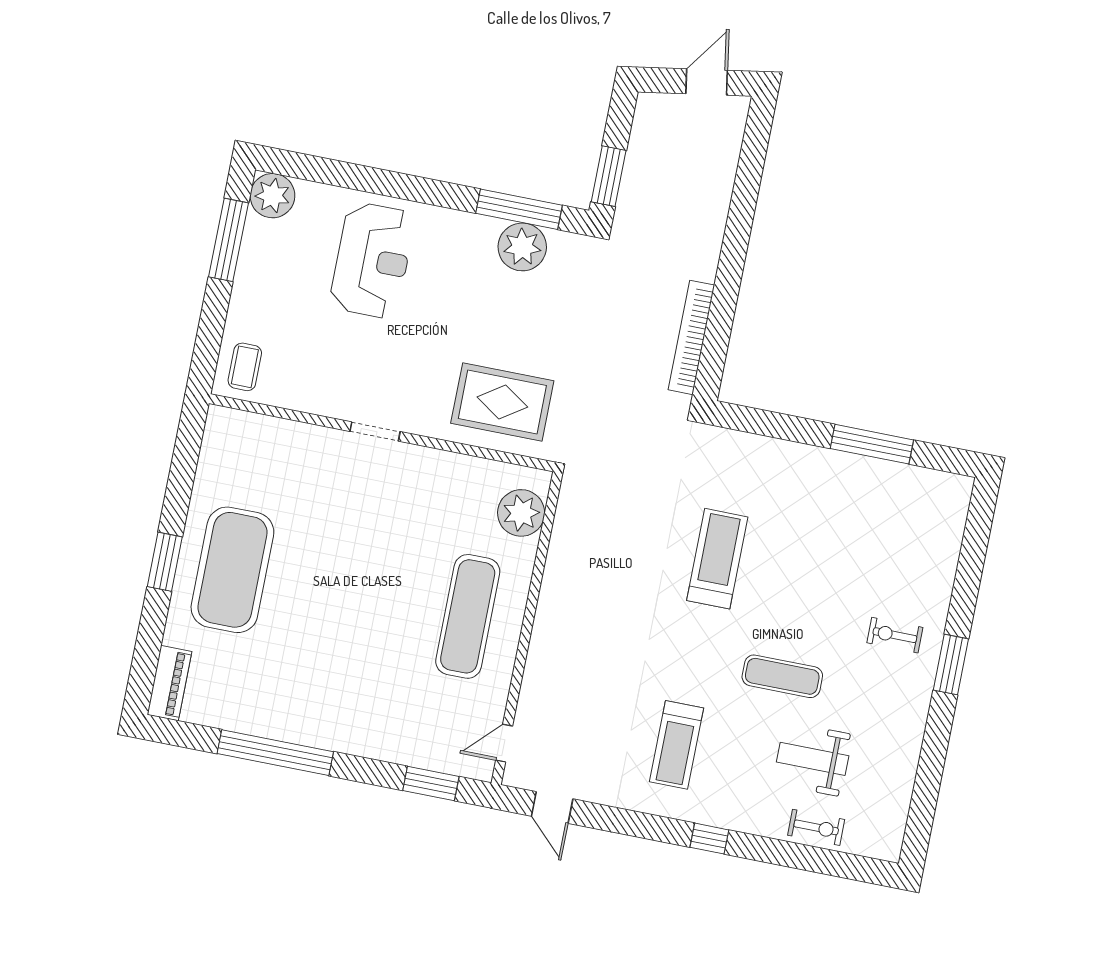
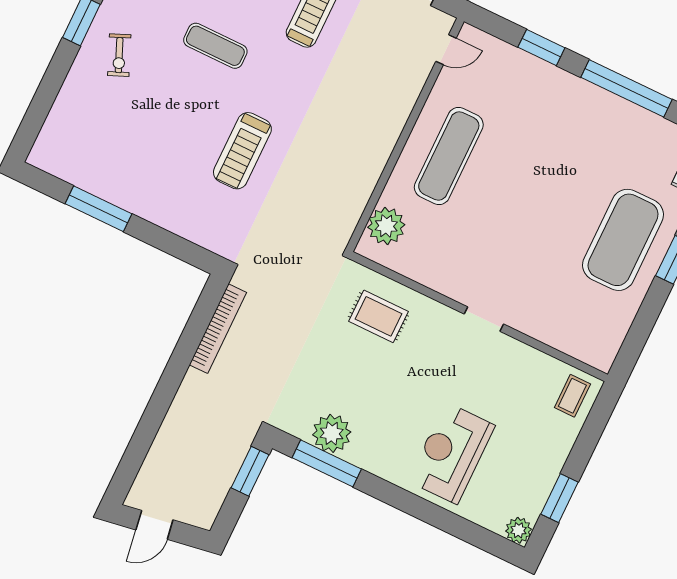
plant: (272, 196) -> (519, 530), width x0.73, depth x0.73
window: (229, 240) -> (559, 498), width x0.69
rug: (502, 402) -> (378, 316), width x0.73, depth x0.70
exercise bike: (895, 635) -> (119, 55), turned 67
window: (431, 783) -> (541, 48), moved

